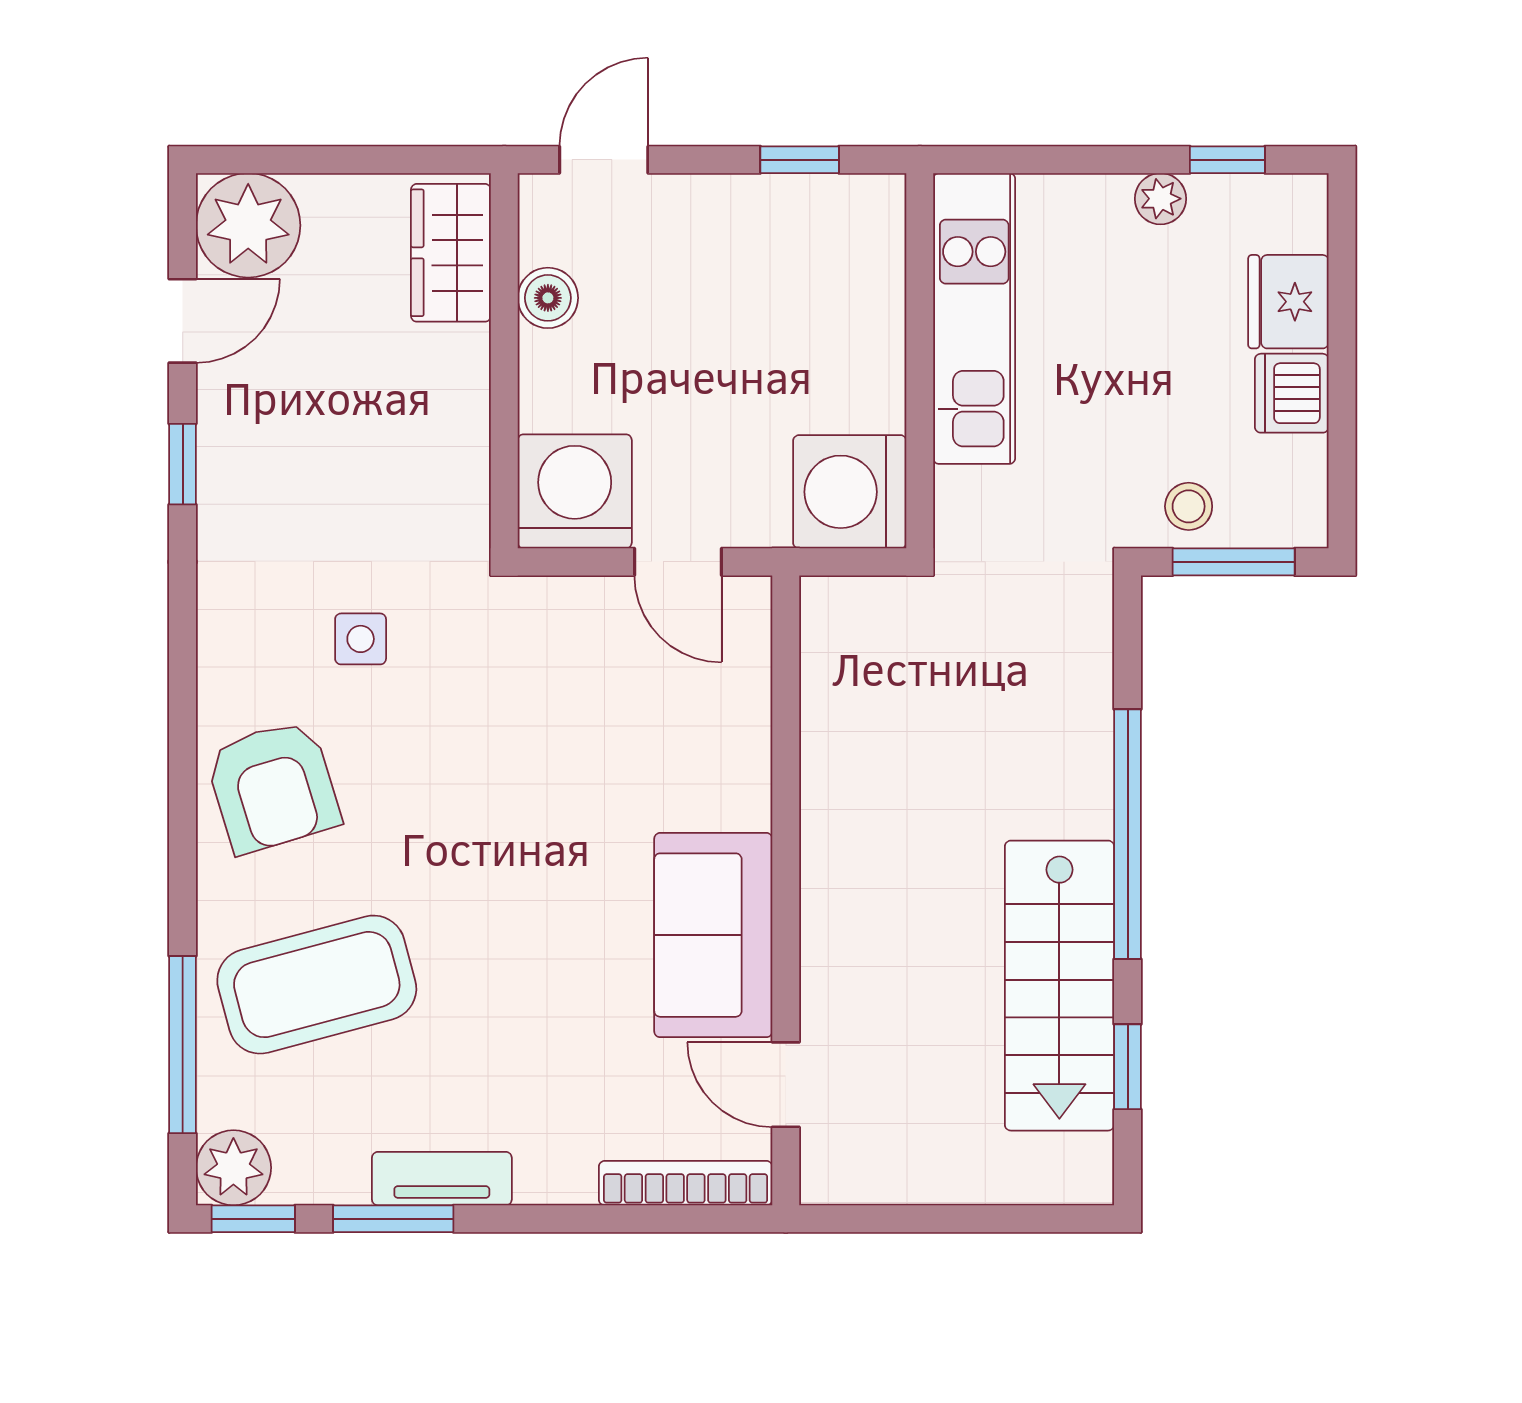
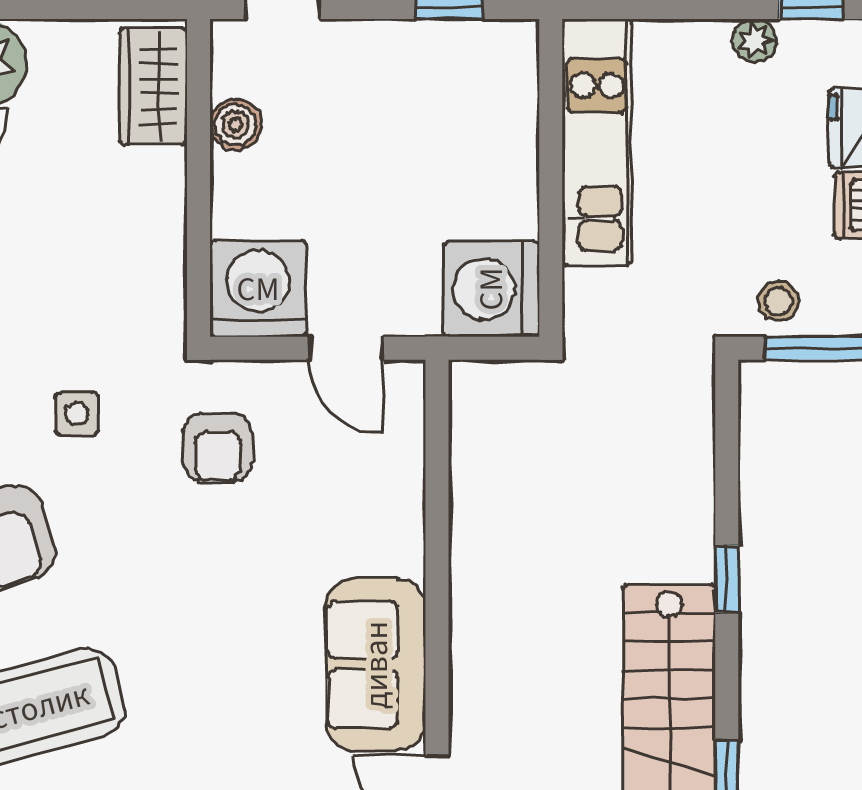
armchair: (527, 679) -> (217, 448), added
window: (1128, 834) -> (727, 579), width x0.32

